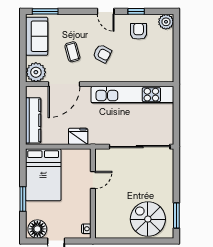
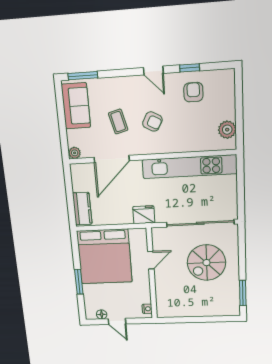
plant: (166, 22) -> (227, 130), moved
plant: (36, 72) -> (75, 153), width x0.53, depth x0.53
kitchen counter: (33, 120) -> (82, 209), width x0.67
fridge: (78, 136) -> (144, 215), moved
bed: (43, 175) -> (104, 257), width x1.36
spiral stairs: (148, 219) -> (206, 263), moved, turned -90
floor lamp: (37, 229) -> (102, 314), width x0.53, depth x0.53

